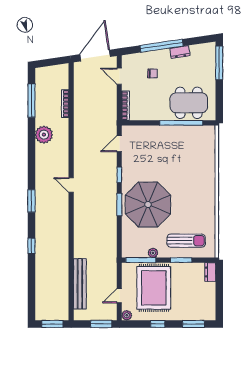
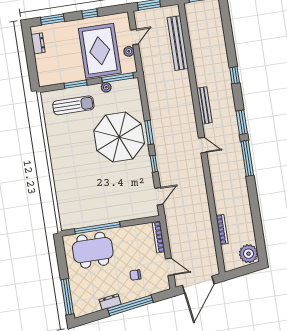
window: (31, 101) -> (247, 158), moved
plant: (44, 135) -> (249, 254), moved
bench: (64, 222) -> (204, 105), added
sun lounger: (186, 241) -> (73, 105), turned 180
dresser: (210, 272) -> (38, 43), moved
plant: (127, 315) -> (129, 51), moved

